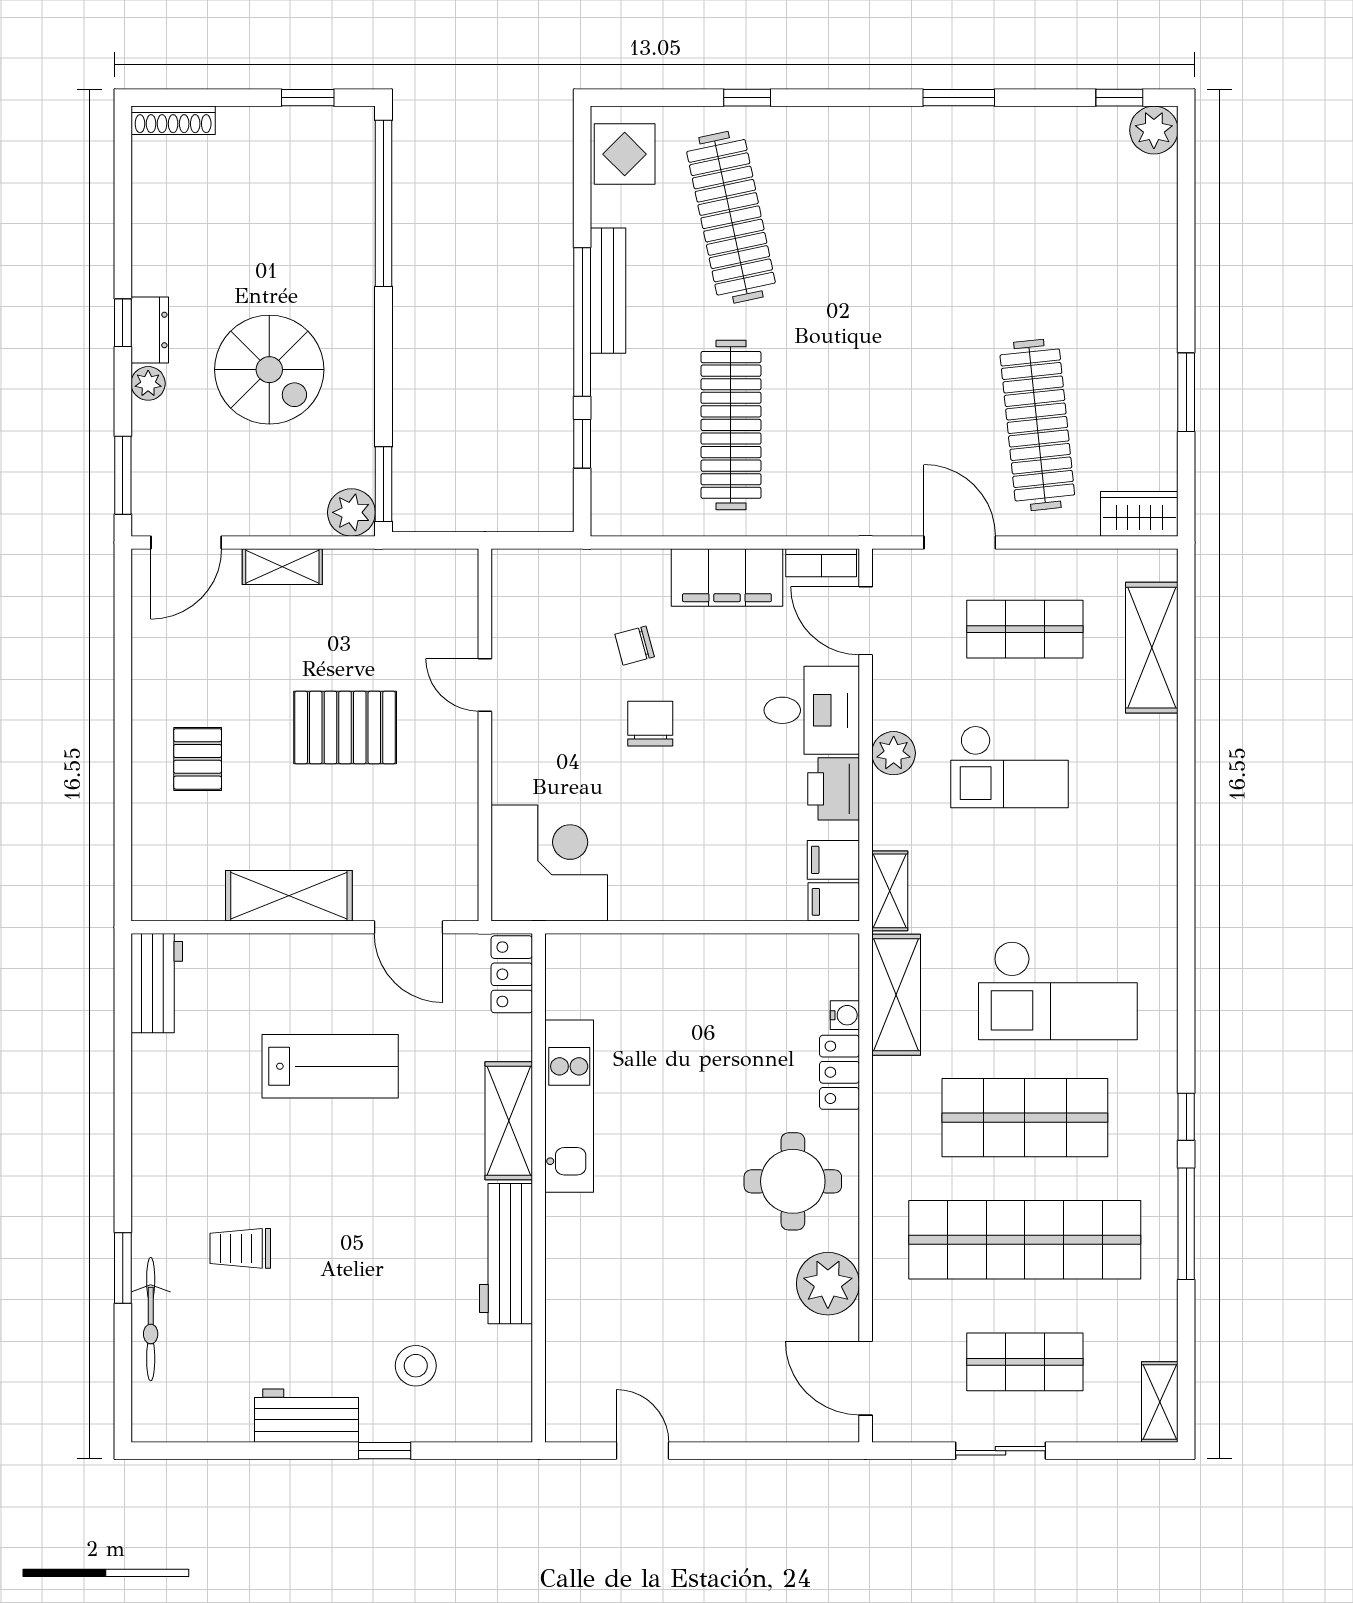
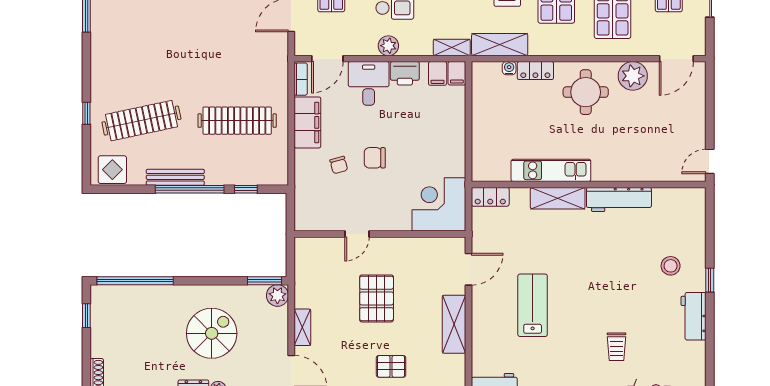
locker: (512, 974) -> (490, 197), moved
kitchen unit: (569, 1106) -> (551, 170), moved
shelving: (509, 1121) -> (558, 198), moved
wall: (539, 1188) -> (589, 184), moved
workbench: (506, 1254) -> (619, 199), moved

